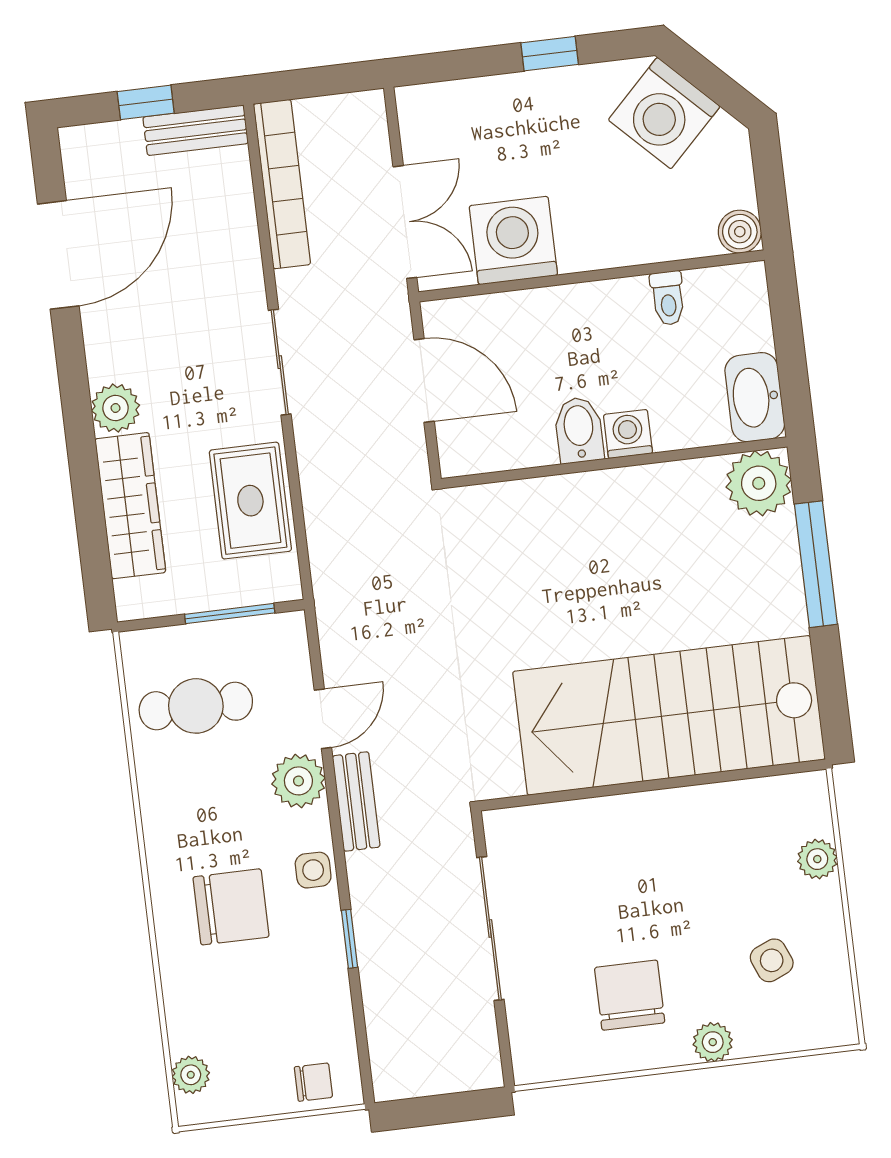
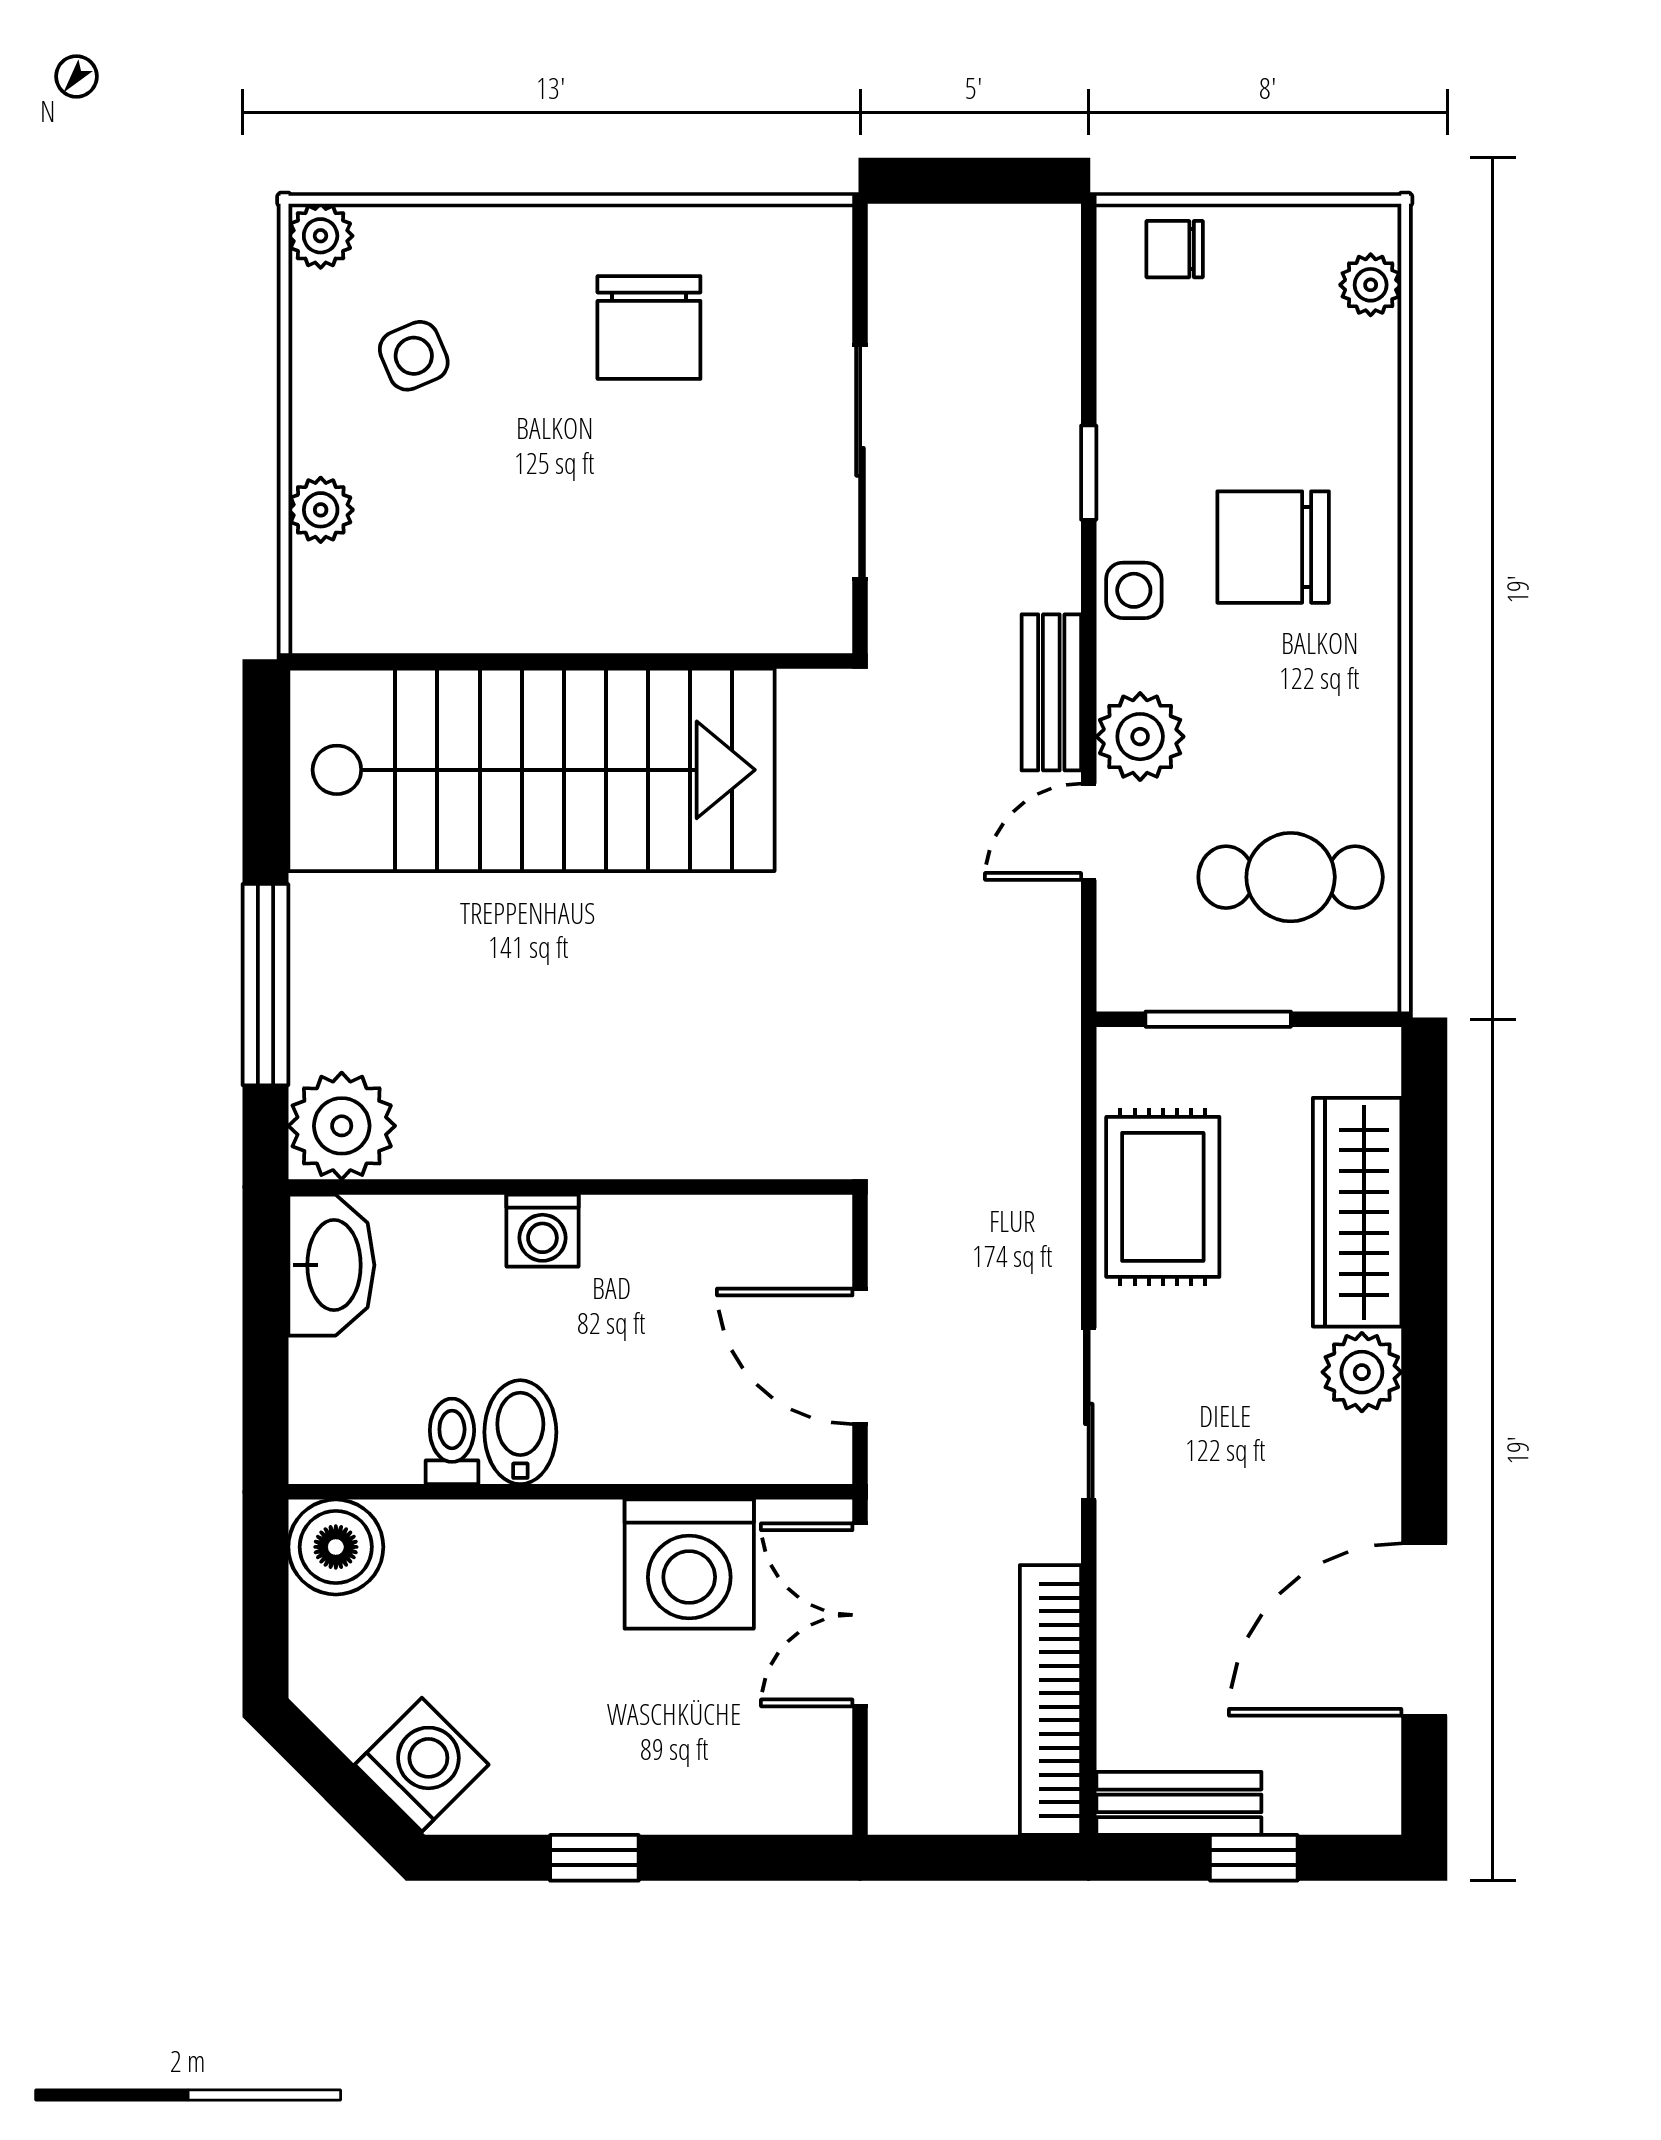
washing machine: (664, 113) -> (422, 1765), width x0.73, depth x0.73
boiler: (740, 232) -> (336, 1547), width x1.36, depth x1.36
bidet: (579, 430) -> (520, 1432), moved, turned 180
plant: (713, 1042) -> (321, 236), moved

